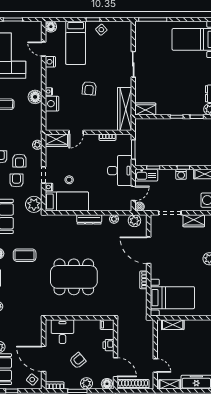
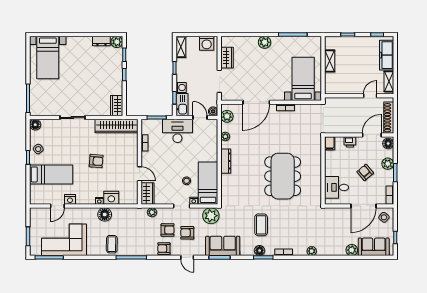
floor lamp: (51, 27) -> (35, 125), moved
washing machine: (181, 174) -> (181, 88), moved
shelving: (173, 325) -> (330, 61), moved

